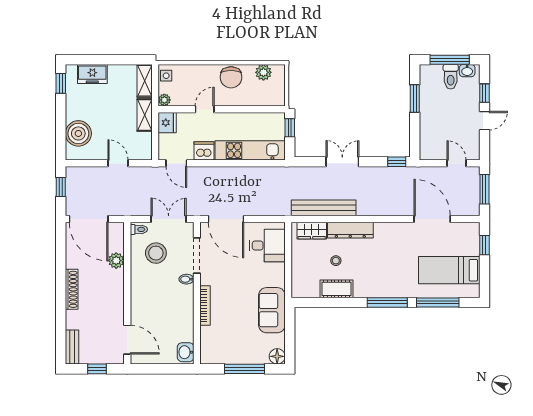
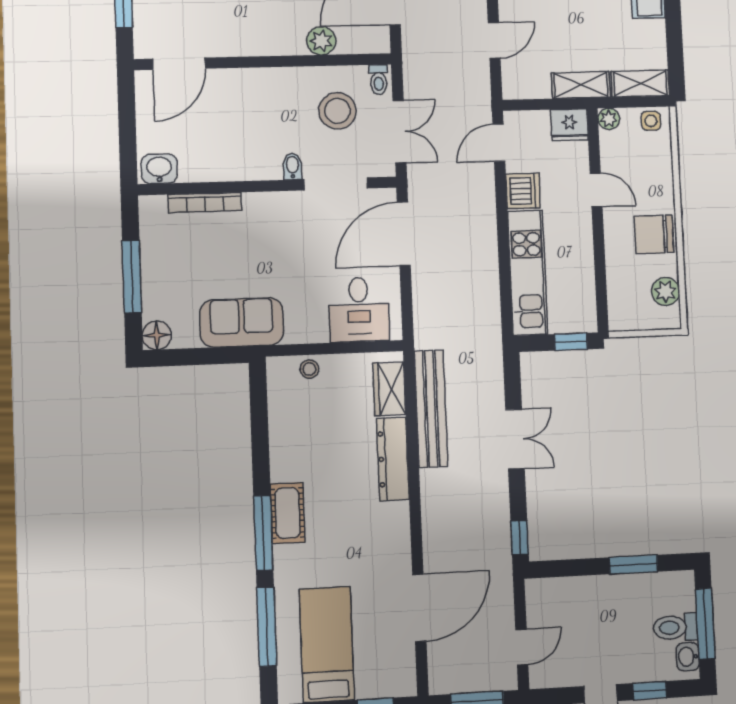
stool: (336, 261) -> (309, 369), moved
cot: (336, 289) -> (288, 513), moved
bookcase: (205, 306) -> (205, 203), moved

